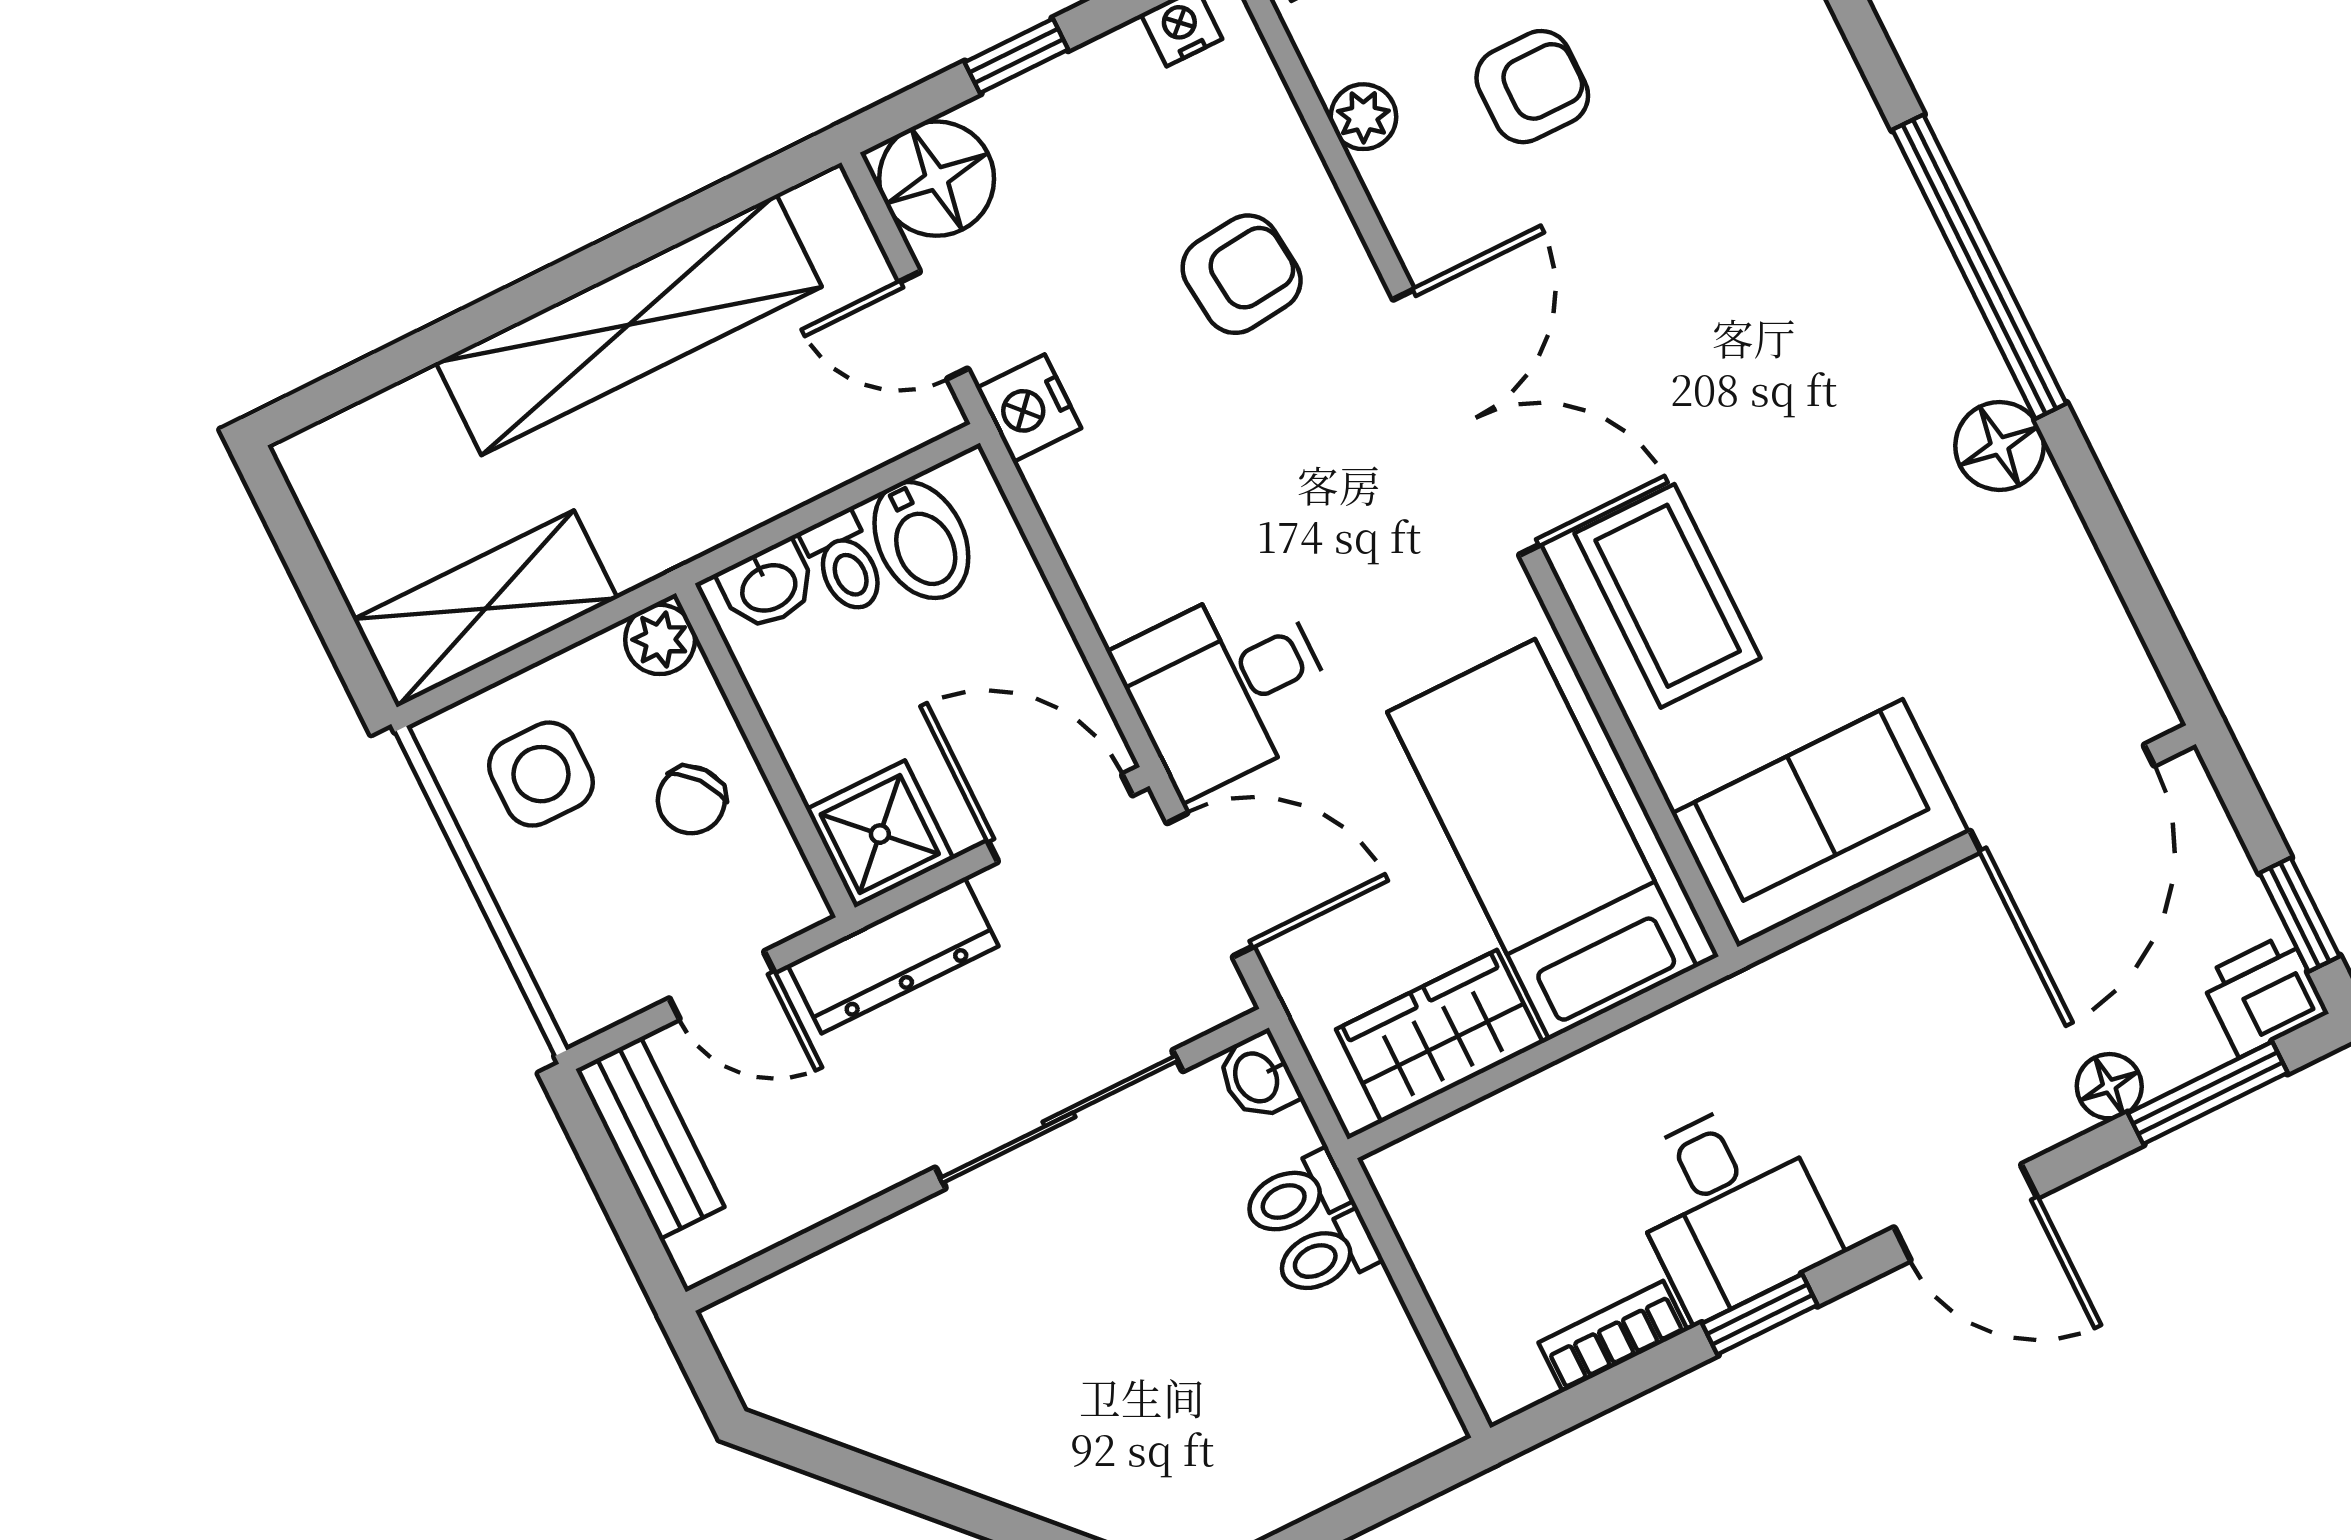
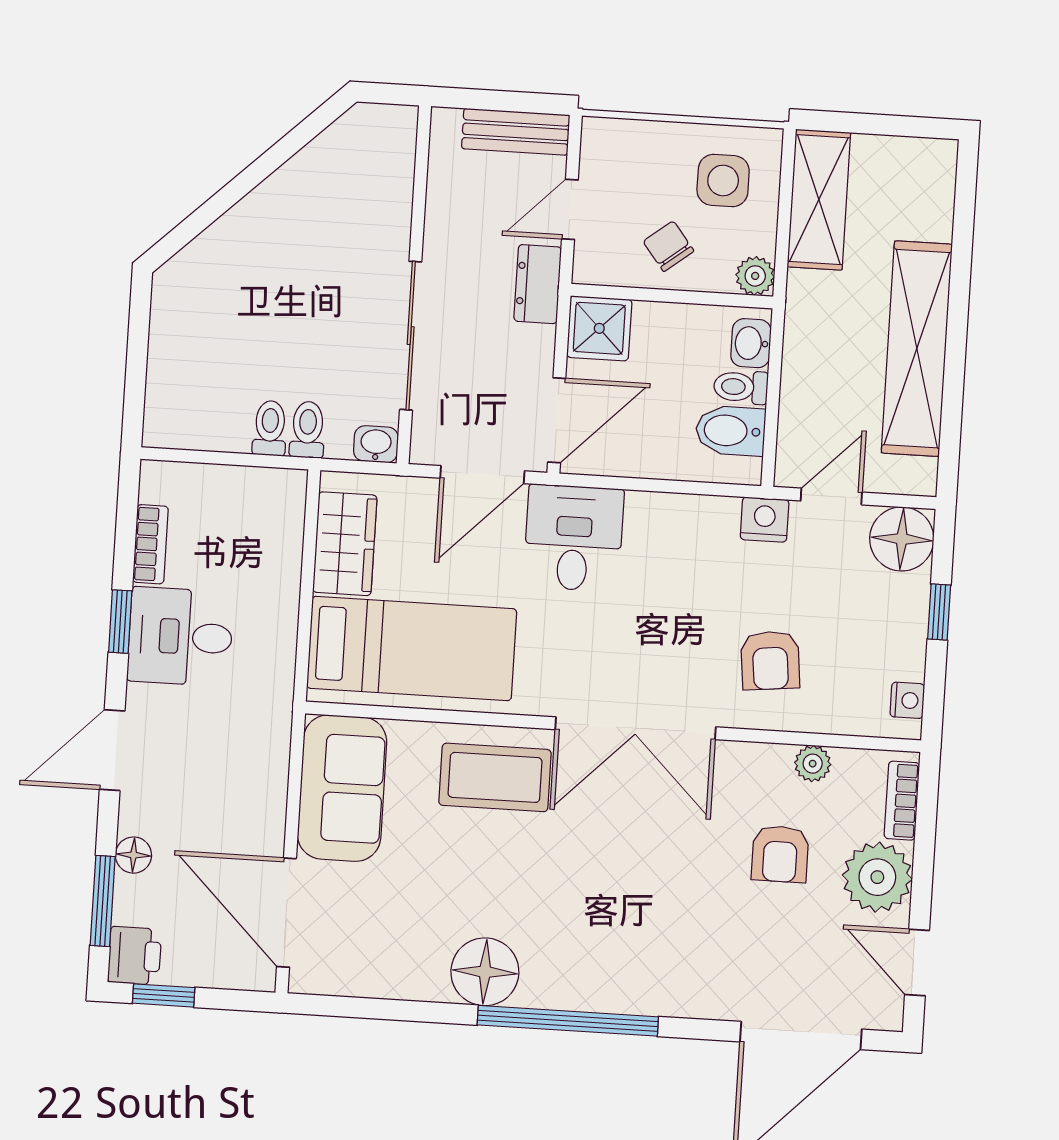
floor lamp: (1999, 446) -> (485, 972), width x1.38, depth x1.38
dresser: (893, 955) -> (538, 284), width x0.70

